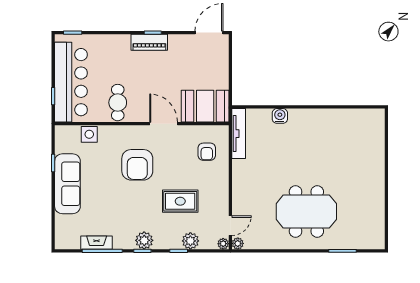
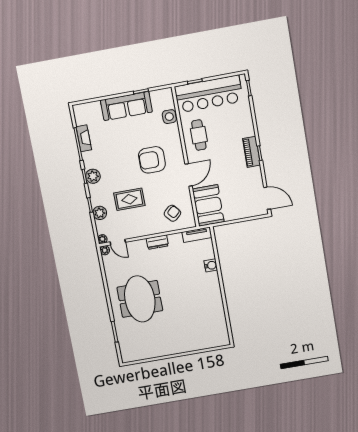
cafe table: (118, 103) -> (199, 135), turned 90
tv unit: (239, 134) -> (197, 235), width x0.71
armchair: (207, 152) -> (172, 213), turned 139
dresser: (239, 177) -> (157, 242), added
rug: (180, 201) -> (129, 199), turned 90

